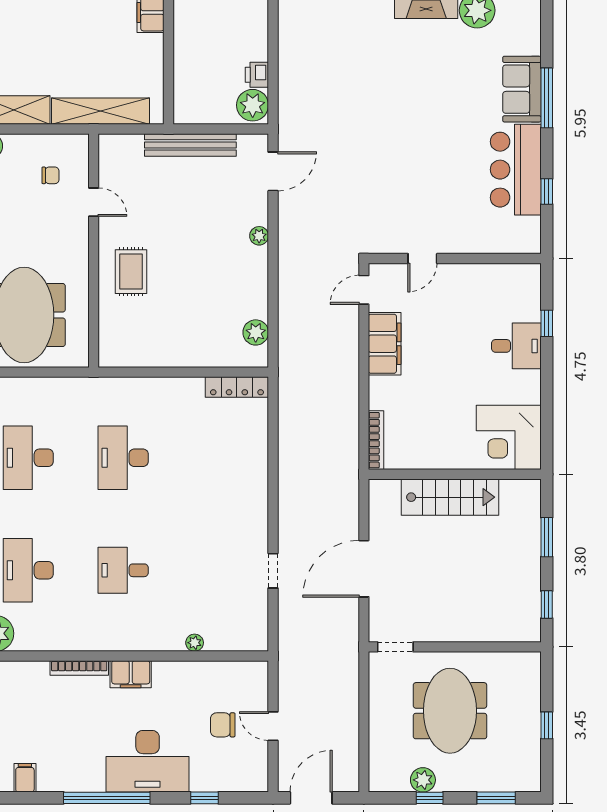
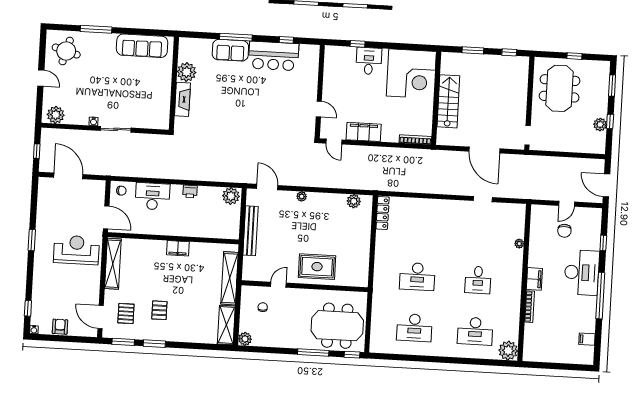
printer: (257, 75) -> (190, 191), moved
rug: (131, 272) -> (317, 267), width x1.36, depth x1.43
corner desk: (509, 437) -> (411, 74), width x1.36, depth x1.36
meeting table: (450, 711) -> (560, 88), moved, turned 90

